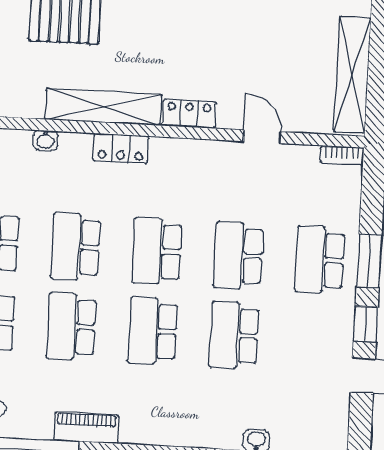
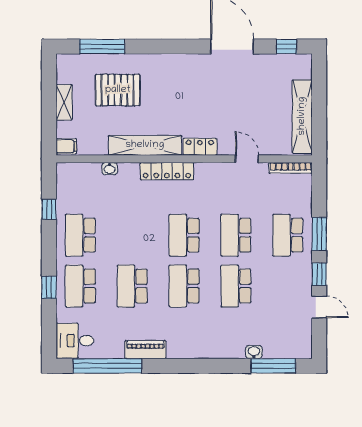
locker: (121, 148) -> (167, 171), width x1.53
bookcase: (342, 155) -> (291, 168), width x1.56
school desk: (75, 247) -> (132, 235), removed

